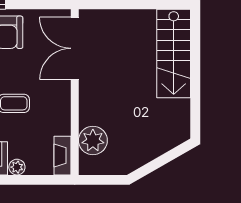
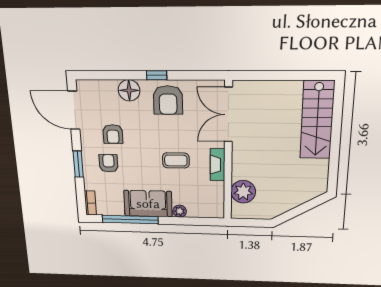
fireplace: (63, 156) -> (218, 165), moved

